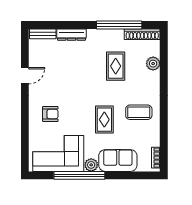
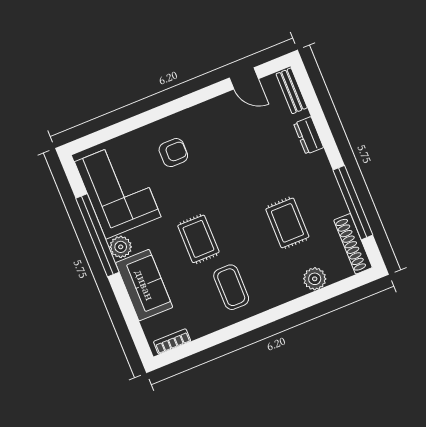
dresser: (71, 35) -> (308, 135), width x0.70
rug: (116, 66) -> (287, 223), turned 90
door: (25, 76) -> (244, 78), moved
armchair: (50, 114) -> (173, 153), turned -90
rug: (104, 120) -> (198, 239), turned 90

